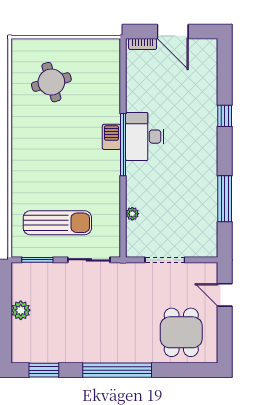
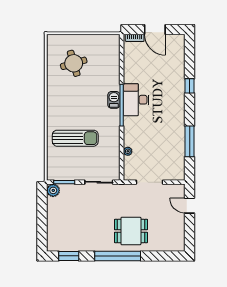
sun lounger: (57, 223) -> (75, 138), moved
plant: (21, 310) -> (53, 190), moved
dining table: (181, 332) -> (131, 231), moved, turned 90

